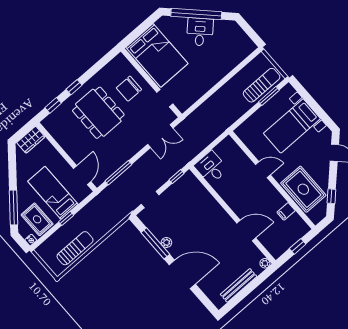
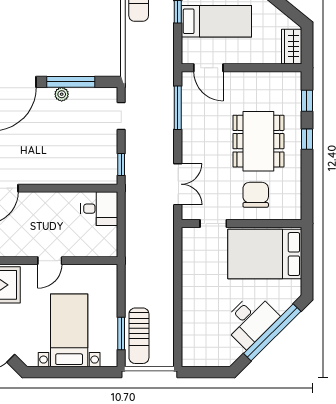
desk: (200, 32) -> (250, 320), width x1.37
dining table: (98, 113) -> (258, 141), turned 90
double door: (160, 136) -> (178, 184), swing flipped

